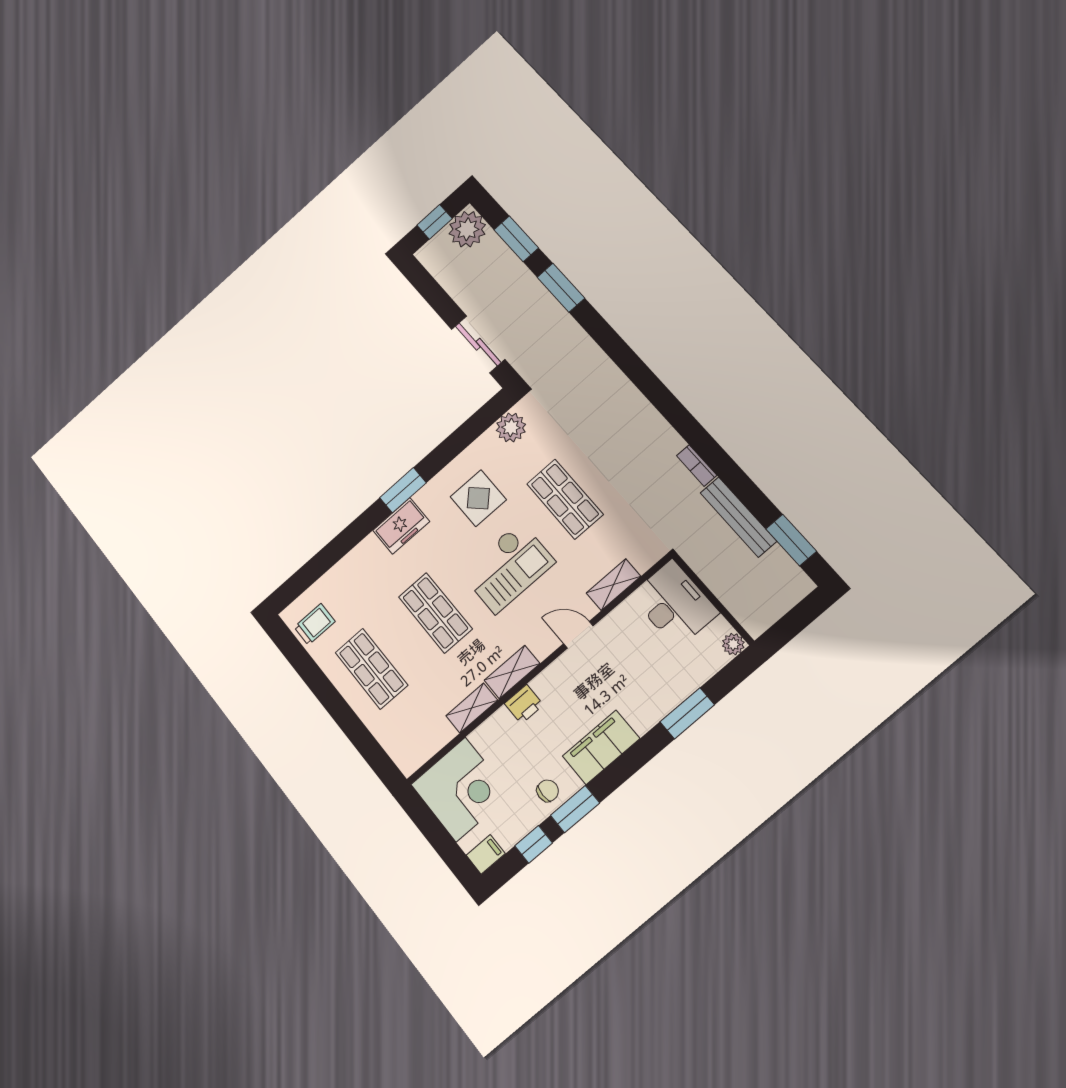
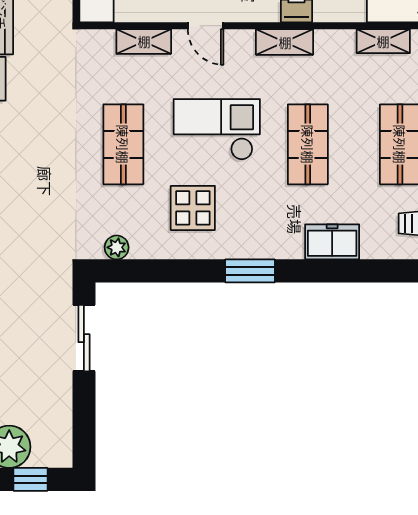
plant: (511, 427) -> (117, 247), width x0.73, depth x0.73
freezer: (401, 526) -> (332, 242), moved
shelving: (472, 708) -> (383, 41), moved

